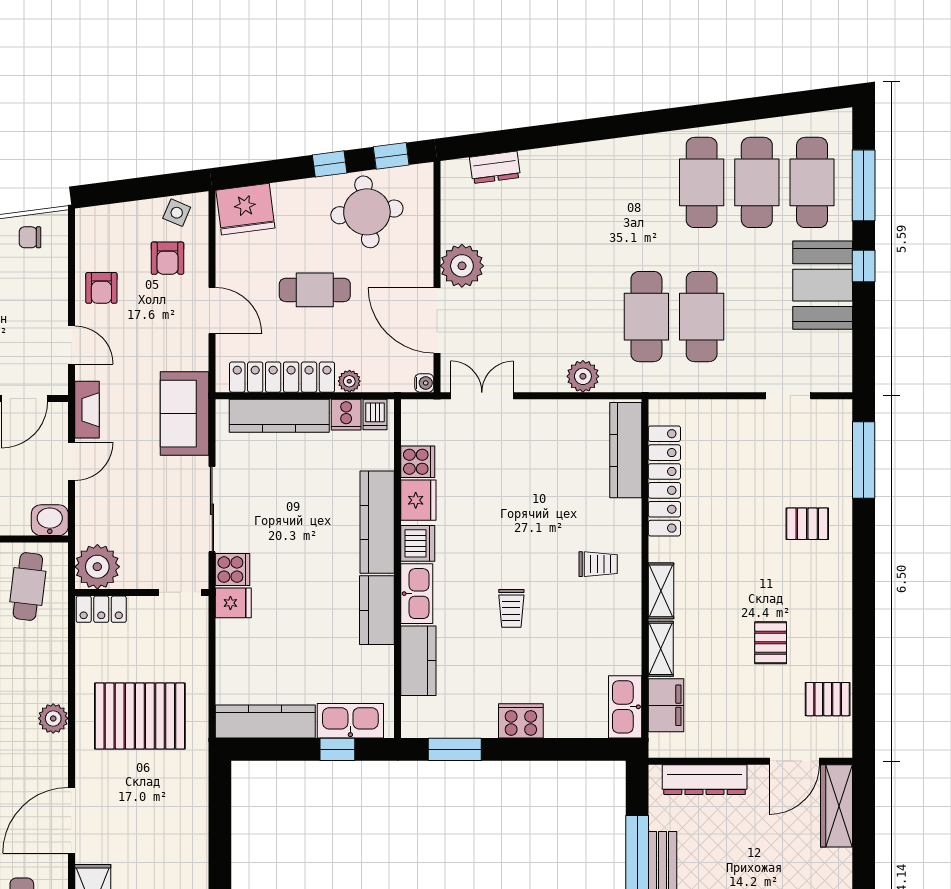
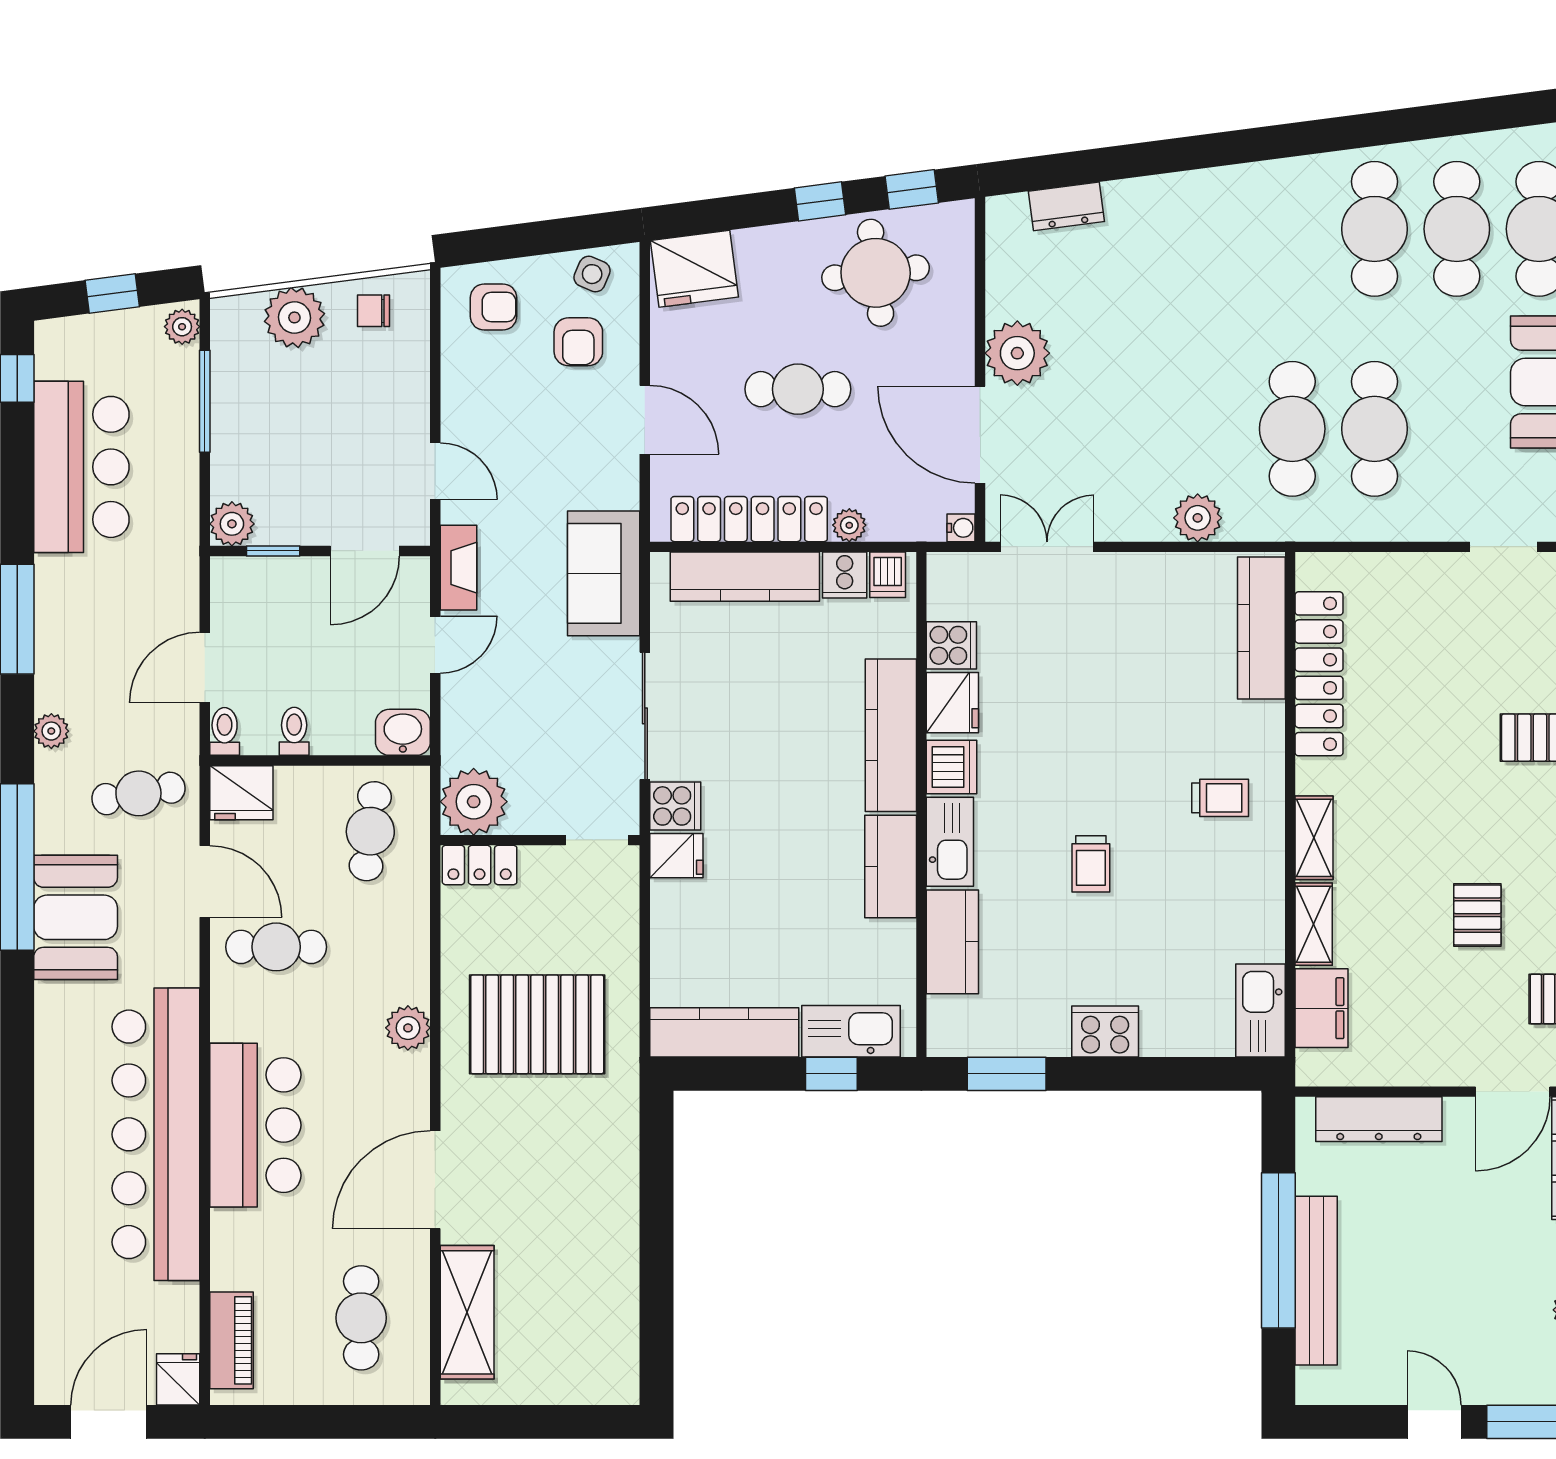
armchair: (101, 288) -> (493, 307), moved, turned -90

